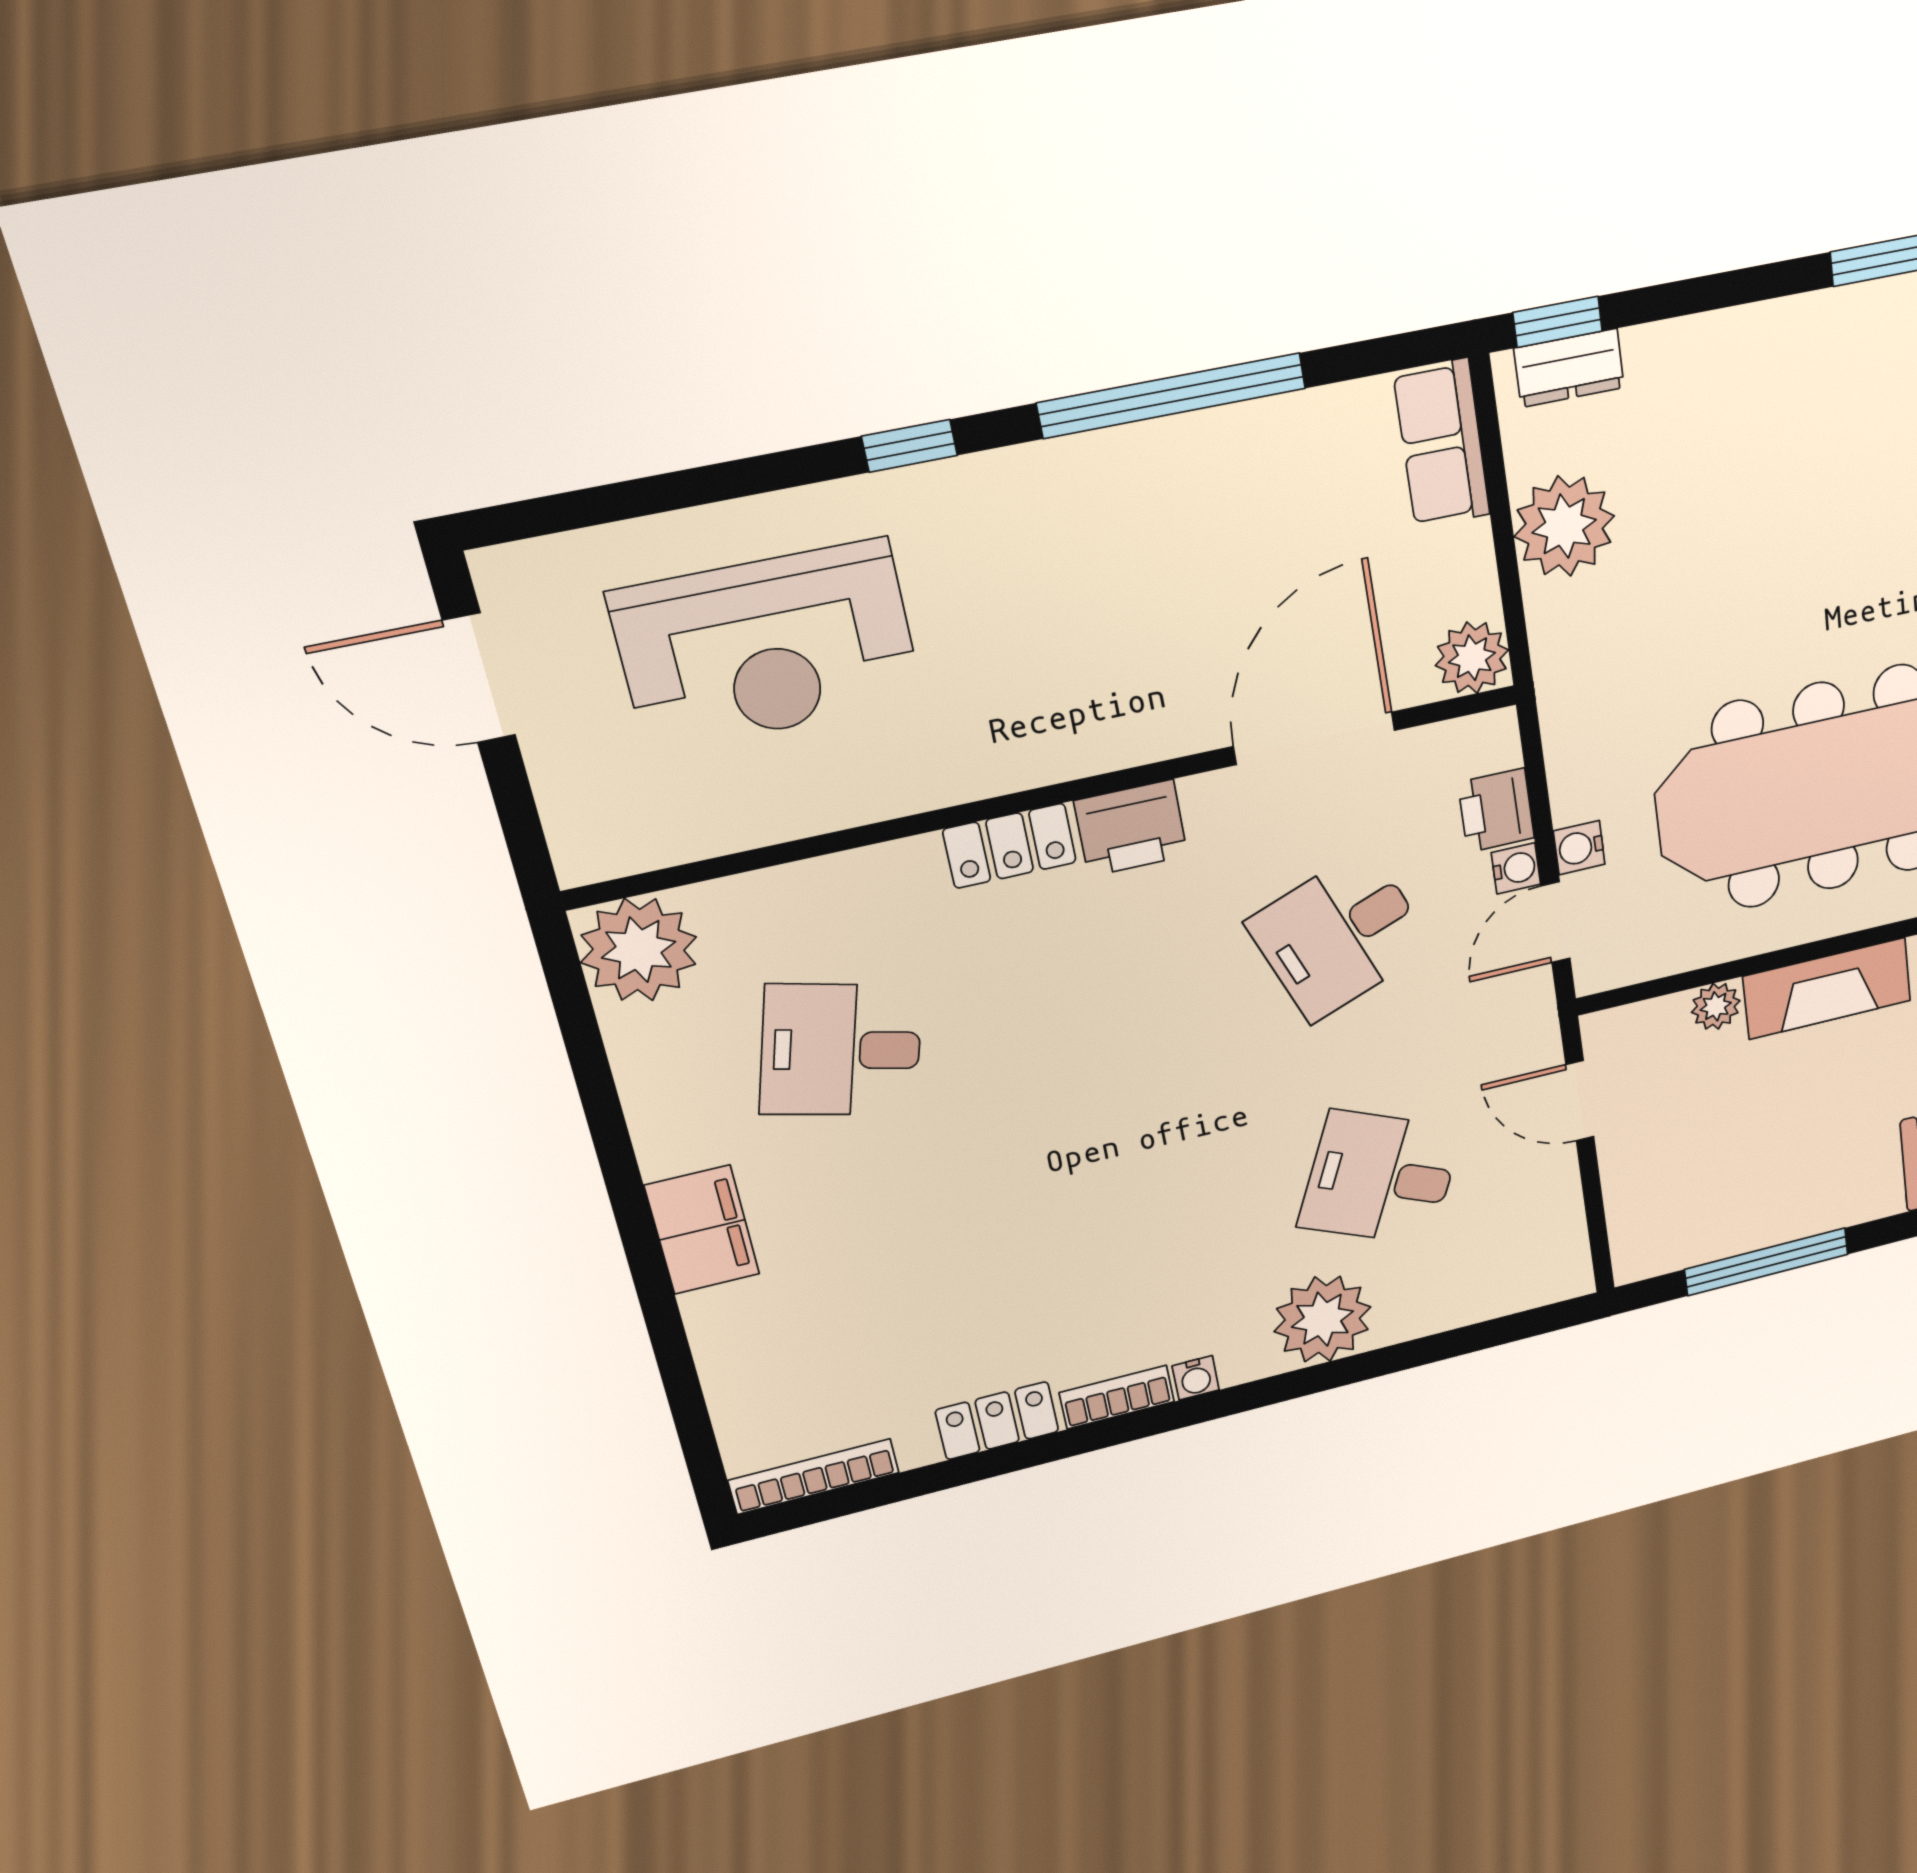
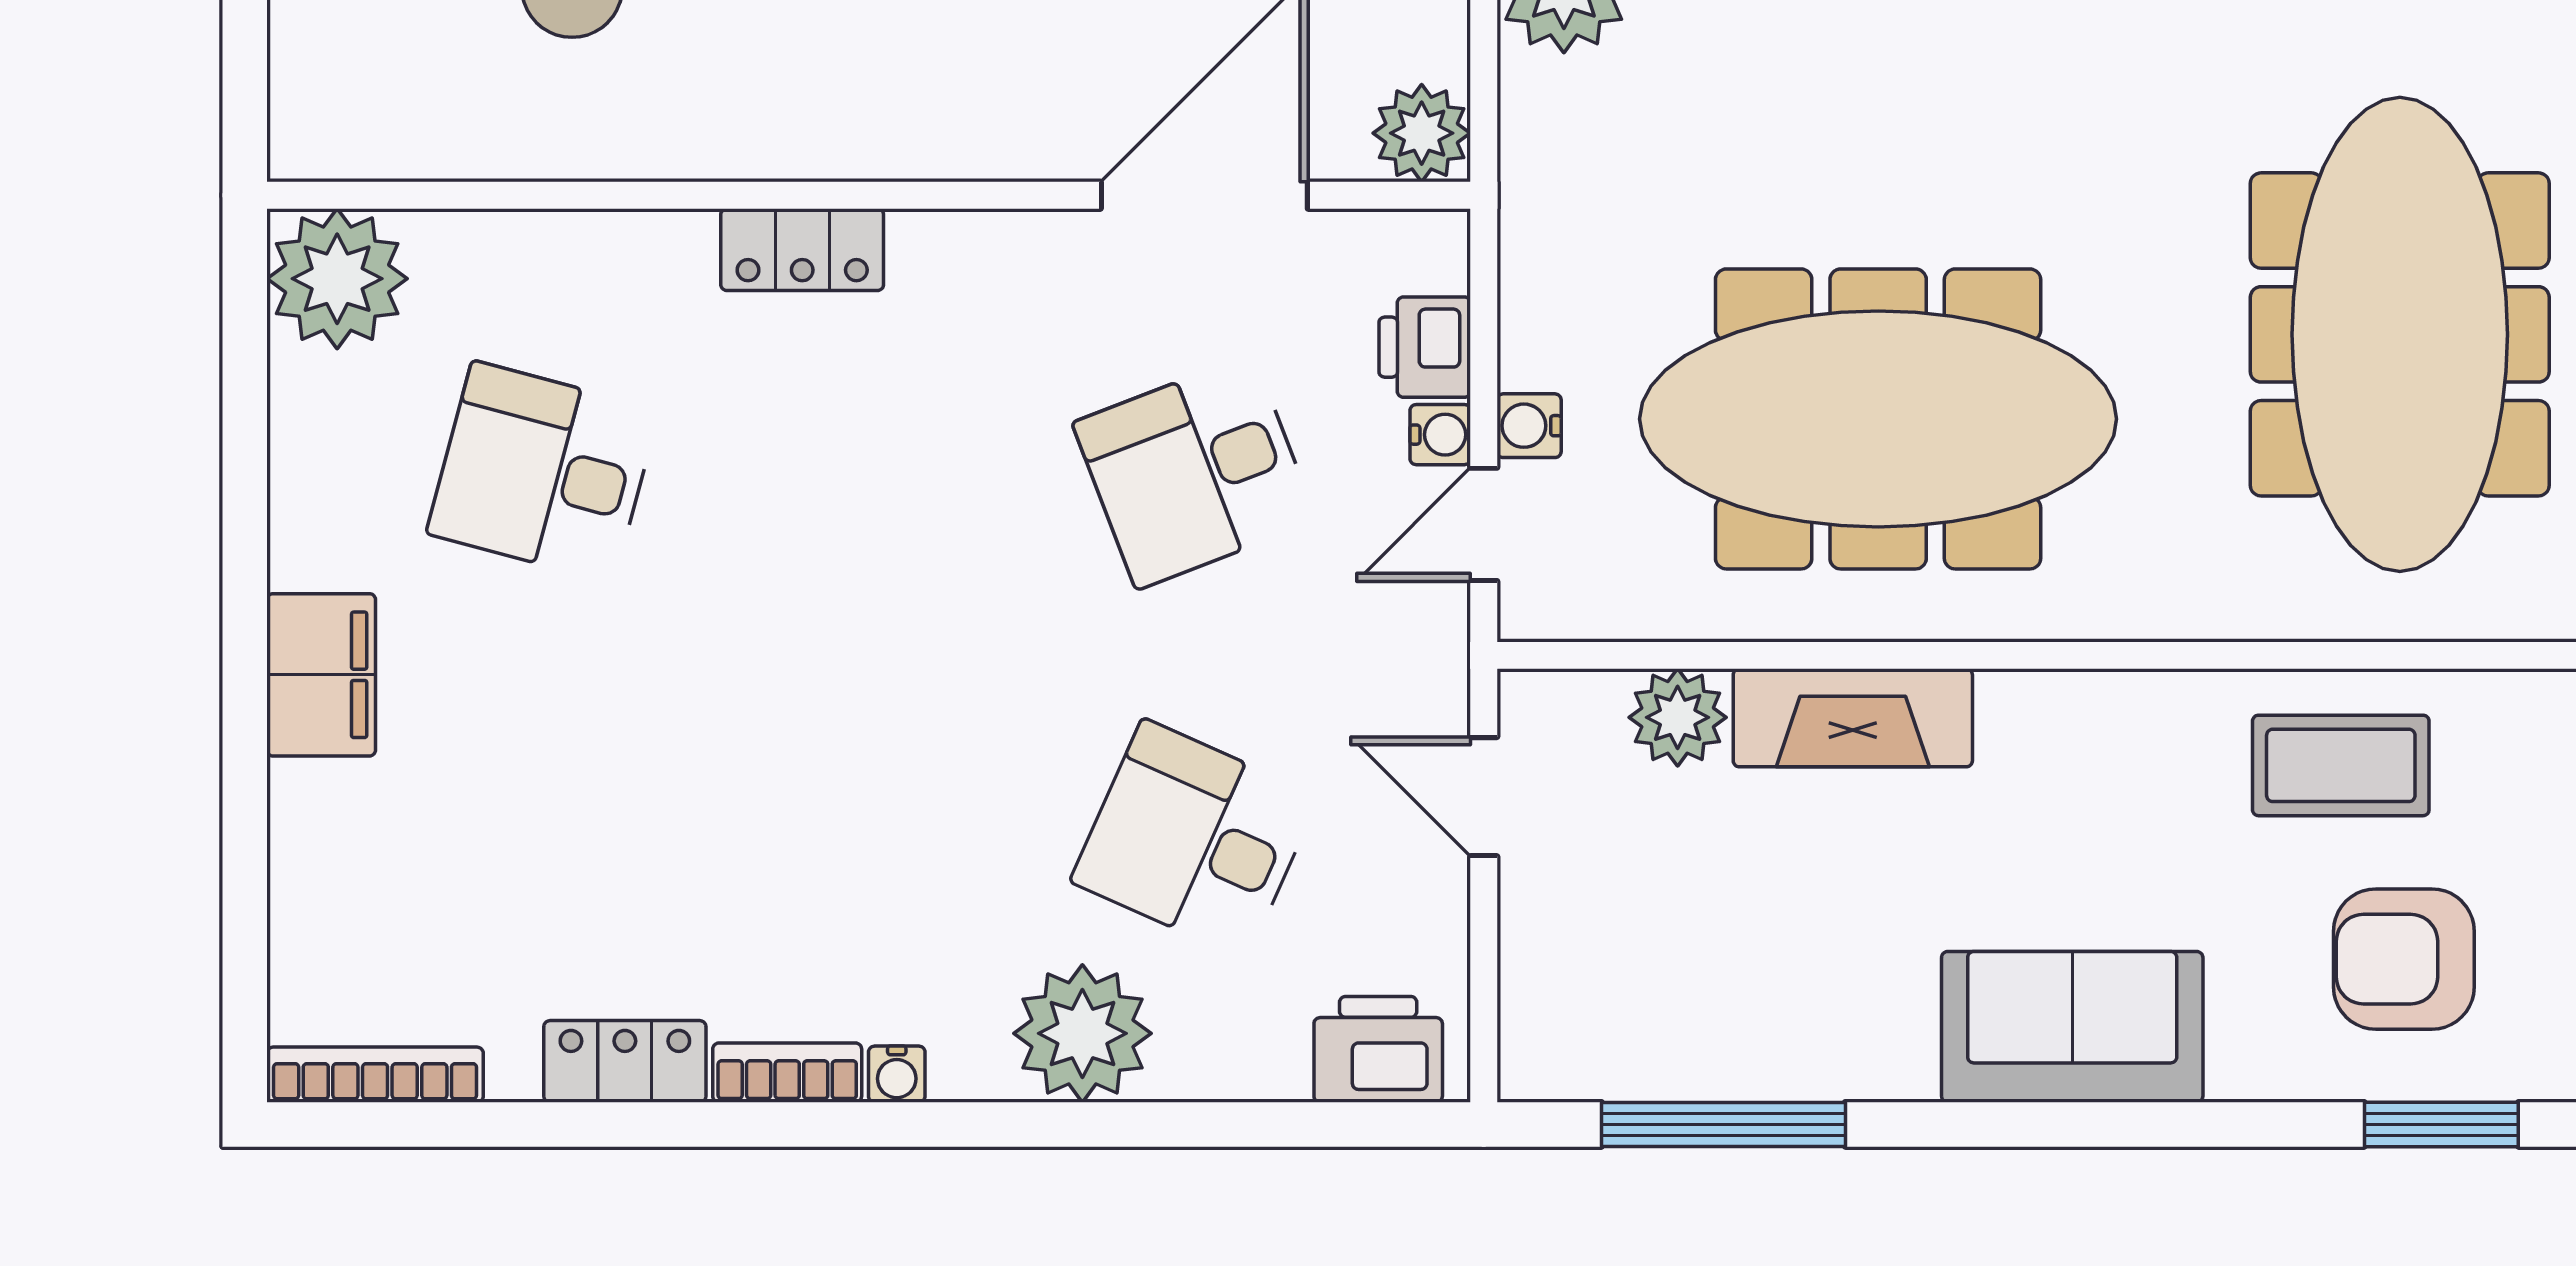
printer: (1131, 828) -> (1378, 1049), moved, turned 180
plant: (1716, 1006) -> (1678, 717), width x1.38, depth x1.38

